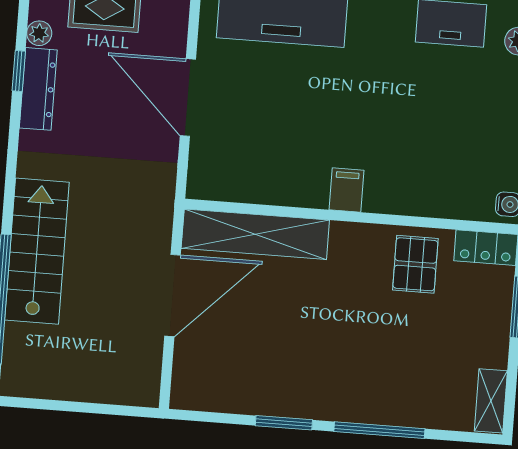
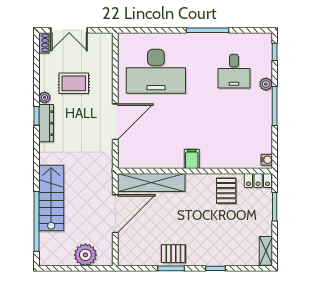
door: (188, 98) -> (115, 122), swing flipped
plant: (101, 379) -> (85, 255), added
pallet: (291, 391) -> (173, 254), added
window: (379, 430) -> (215, 268), width x0.46

